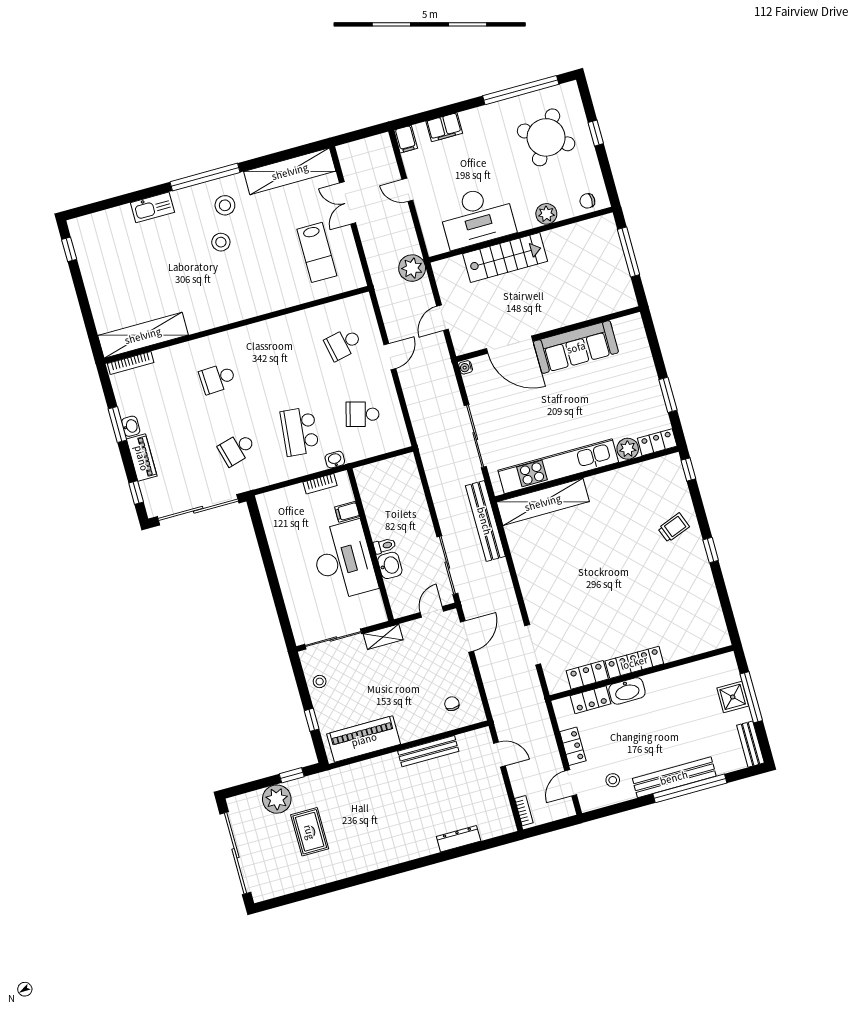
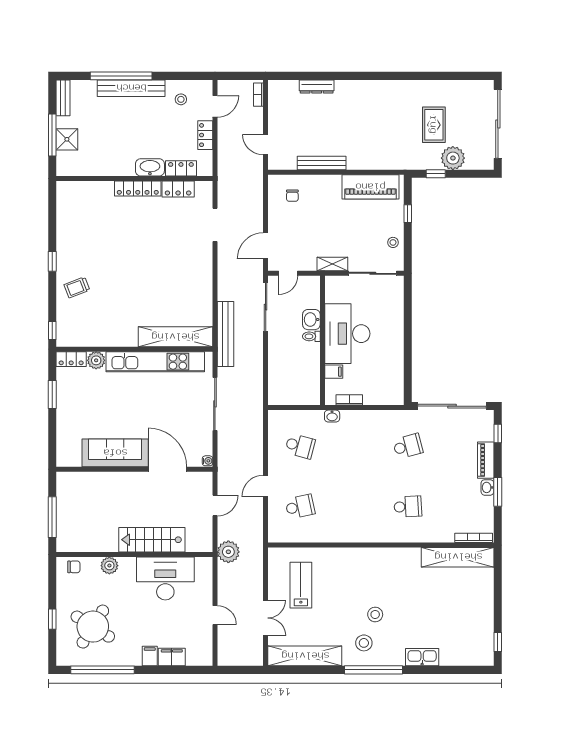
filing cabinet: (406, 139) -> (150, 656), moved
school desk: (300, 432) -> (354, 446), removed

